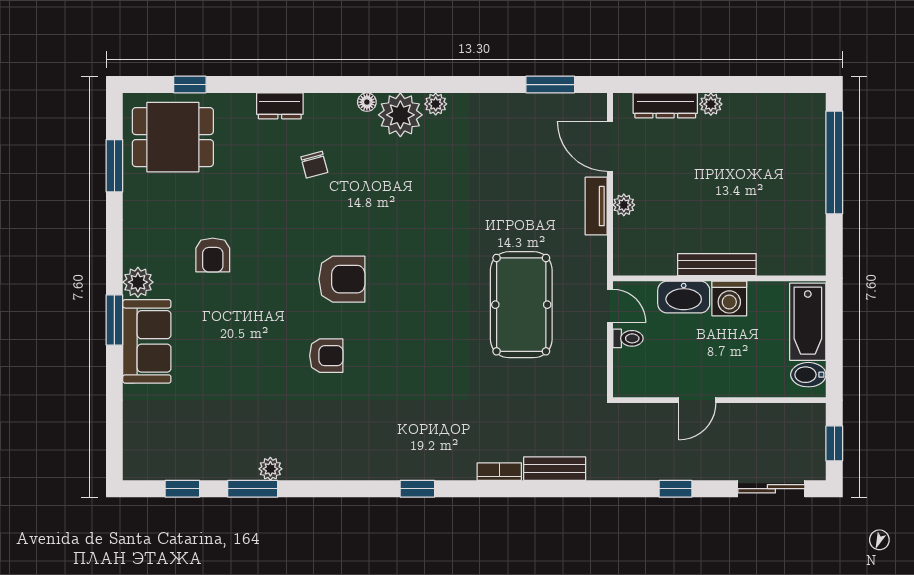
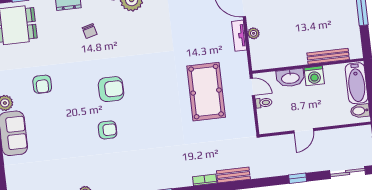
bench: (717, 265) -> (328, 56), moved

